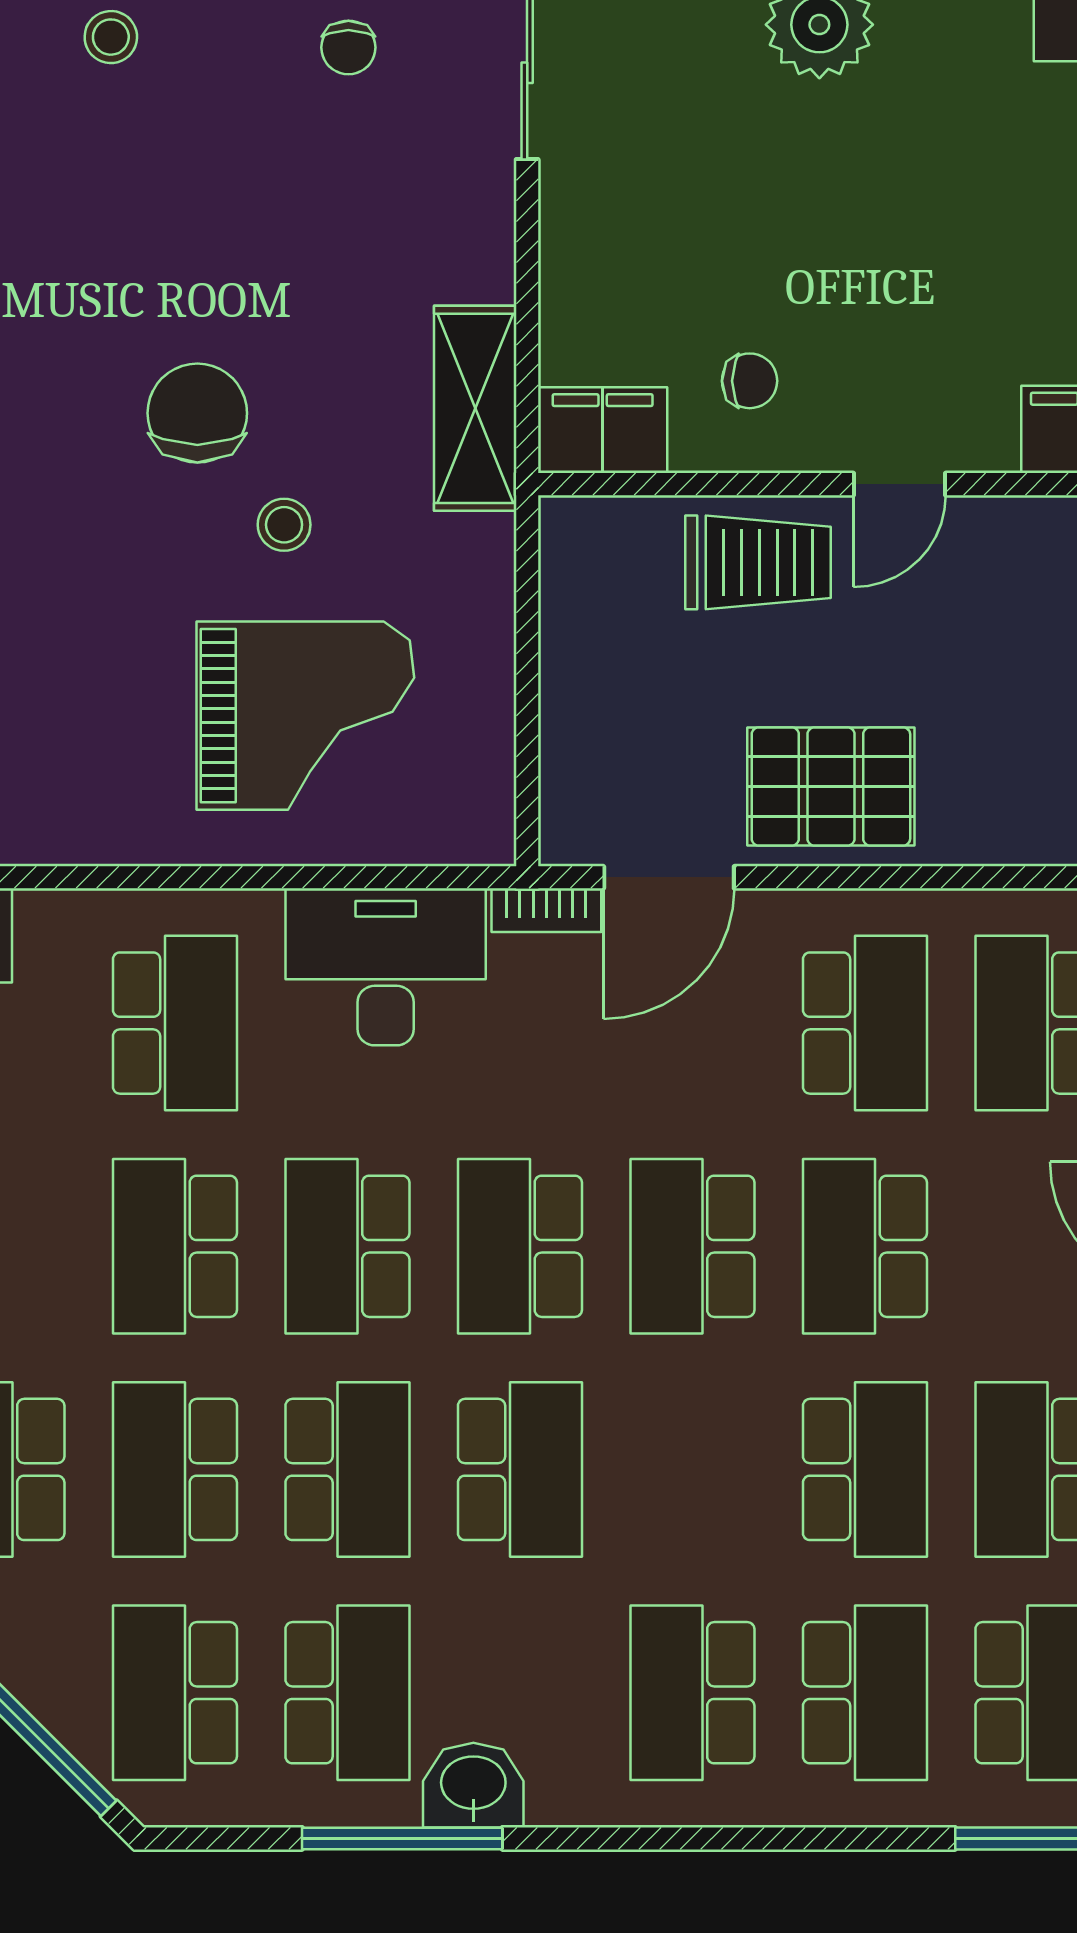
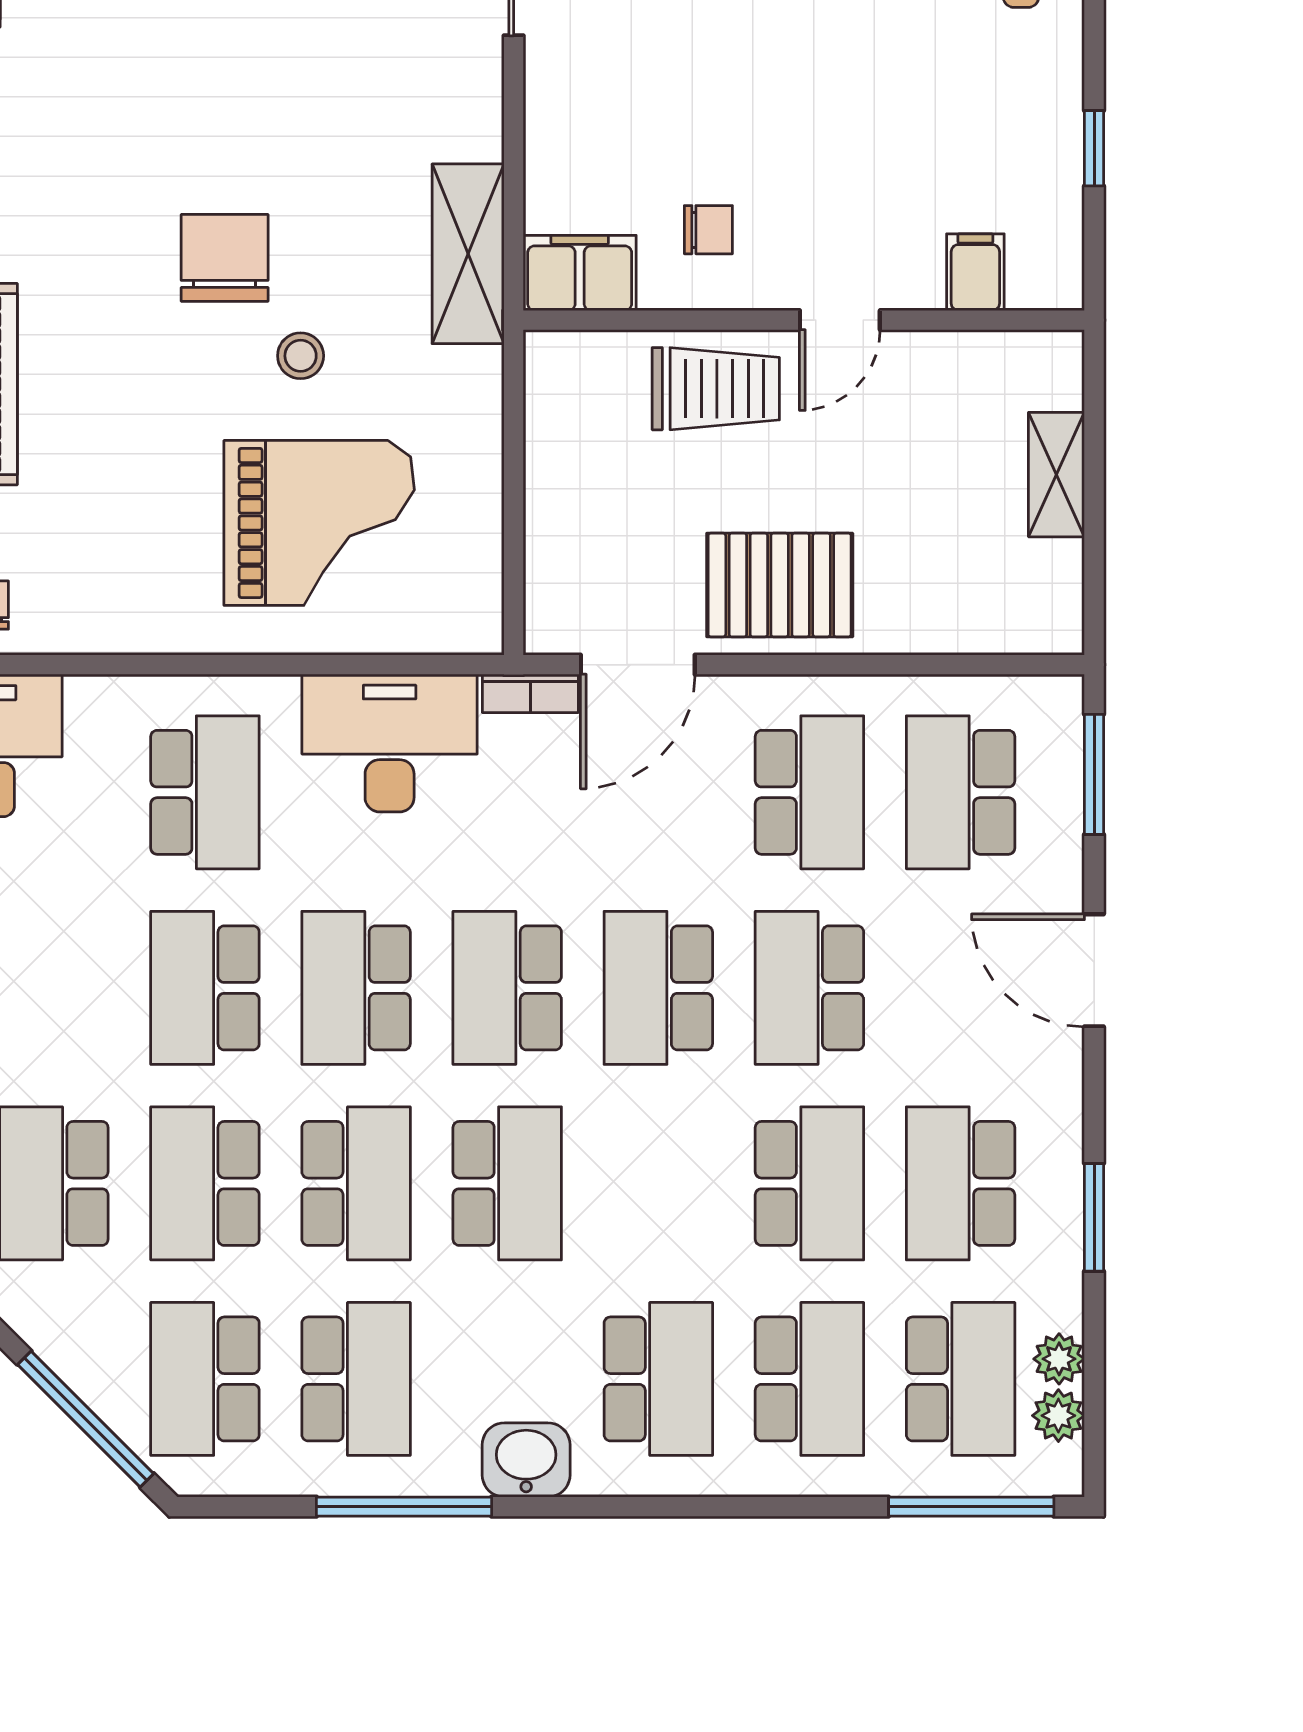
school desk: (692, 1693) -> (658, 1379), turned 180
washbasin: (473, 1785) -> (526, 1460), moved

